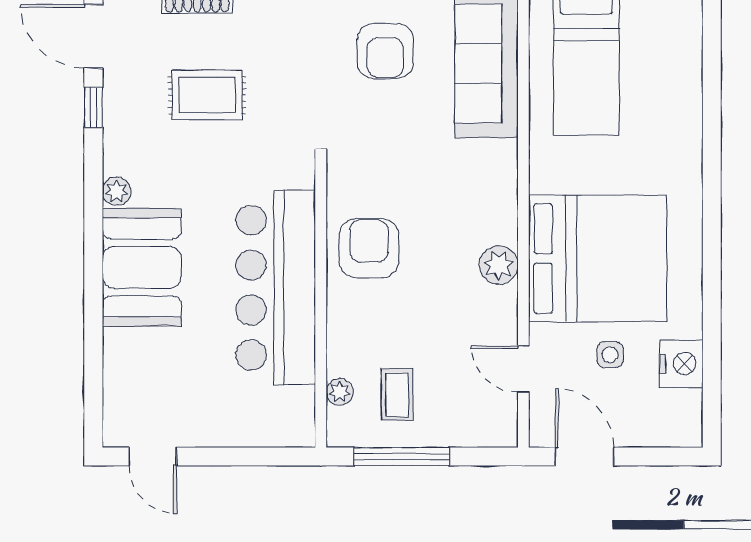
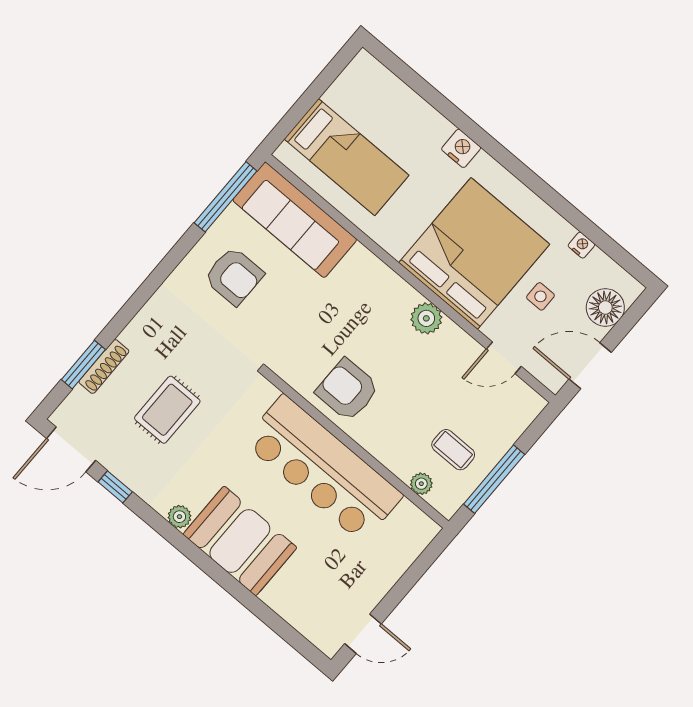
nightstand: (686, 163) -> (461, 148), added
nightstand: (681, 364) -> (581, 245), width x0.53, depth x0.56
floor lamp: (651, 424) -> (605, 307), added

